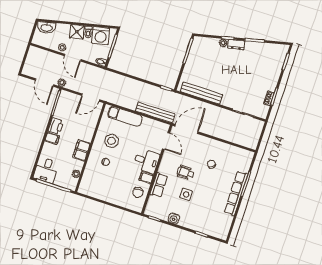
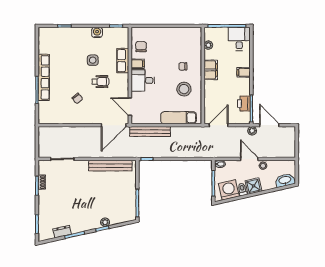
dresser: (236, 44) -> (62, 232), moved
printer: (56, 126) -> (244, 104), moved

